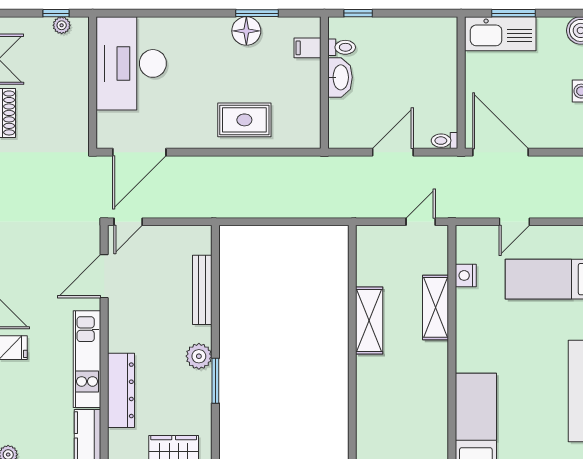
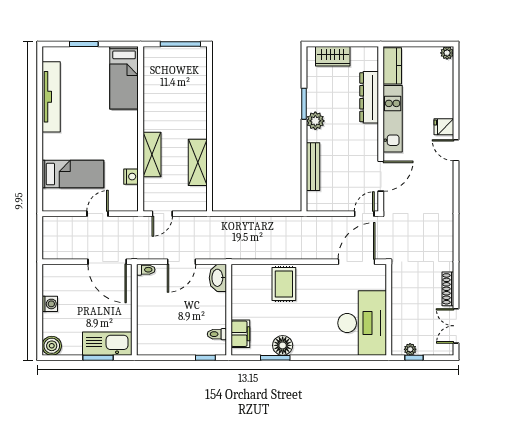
filing cabinet: (308, 48) -> (240, 334), width x2.00
washbasin: (340, 77) -> (218, 278), moved
rug: (244, 120) -> (284, 284), turned 90
shelving: (369, 320) -> (198, 162), moved

